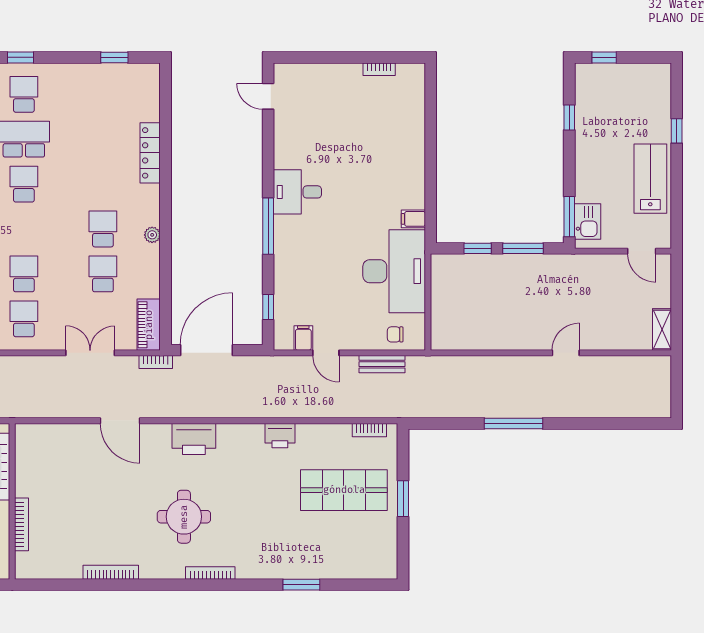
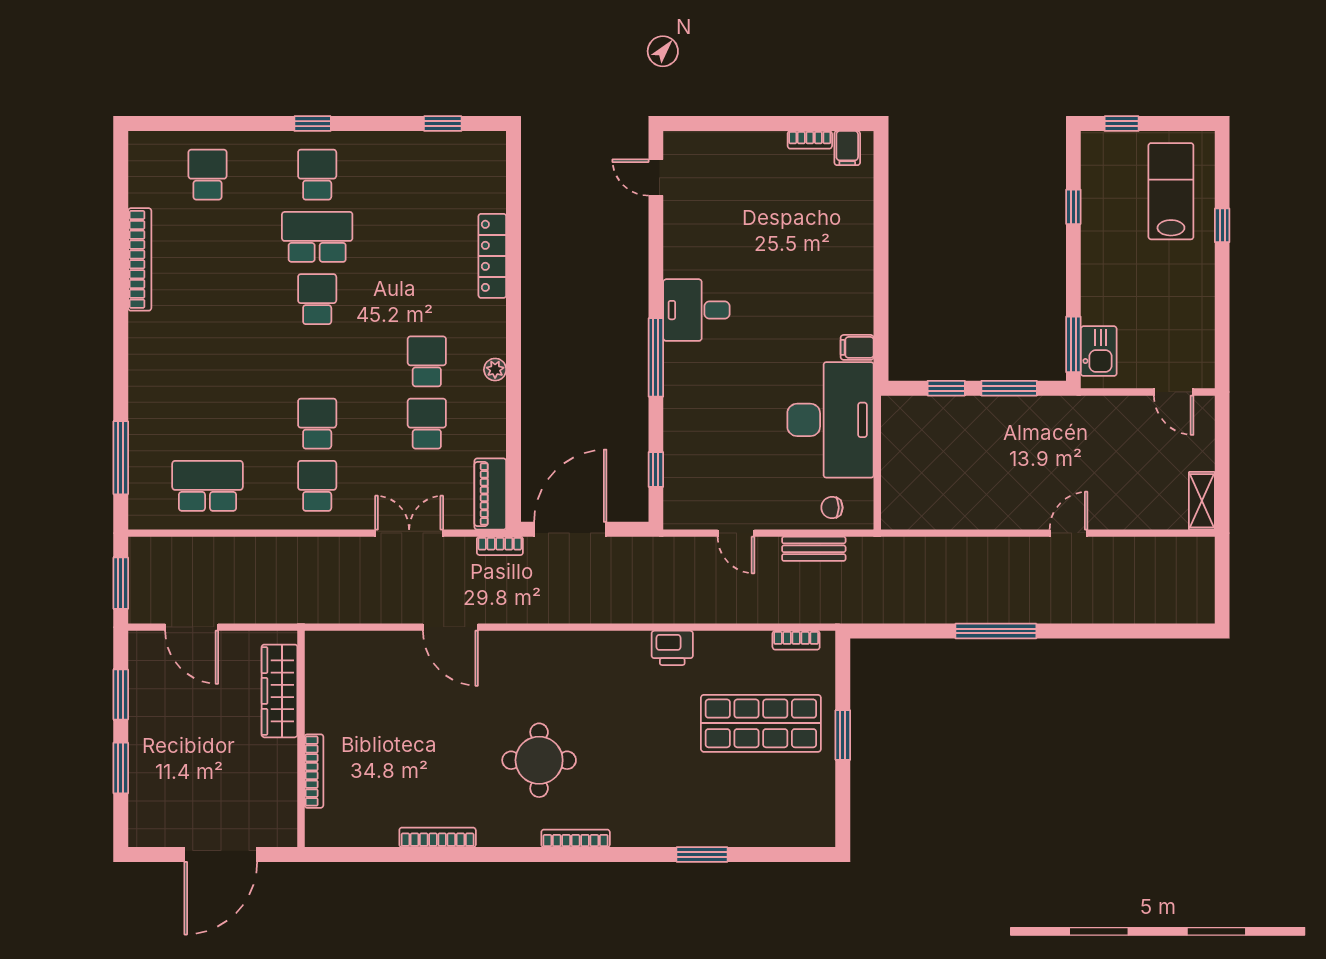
lab bench: (650, 179) -> (1171, 191), moved
filing cabinet: (303, 338) -> (847, 148), moved, turned 180
printer: (194, 439) -> (553, 652), removed

